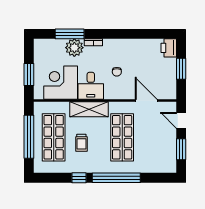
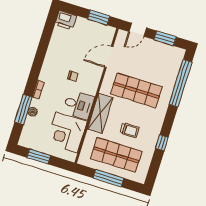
plant: (74, 48) -> (33, 112), width x0.53, depth x0.53
window: (181, 69) -> (99, 18), moved
window: (29, 75) -> (39, 156), moved
window: (29, 137) -> (108, 178), width x0.68
window: (116, 178) -> (180, 83), moved

